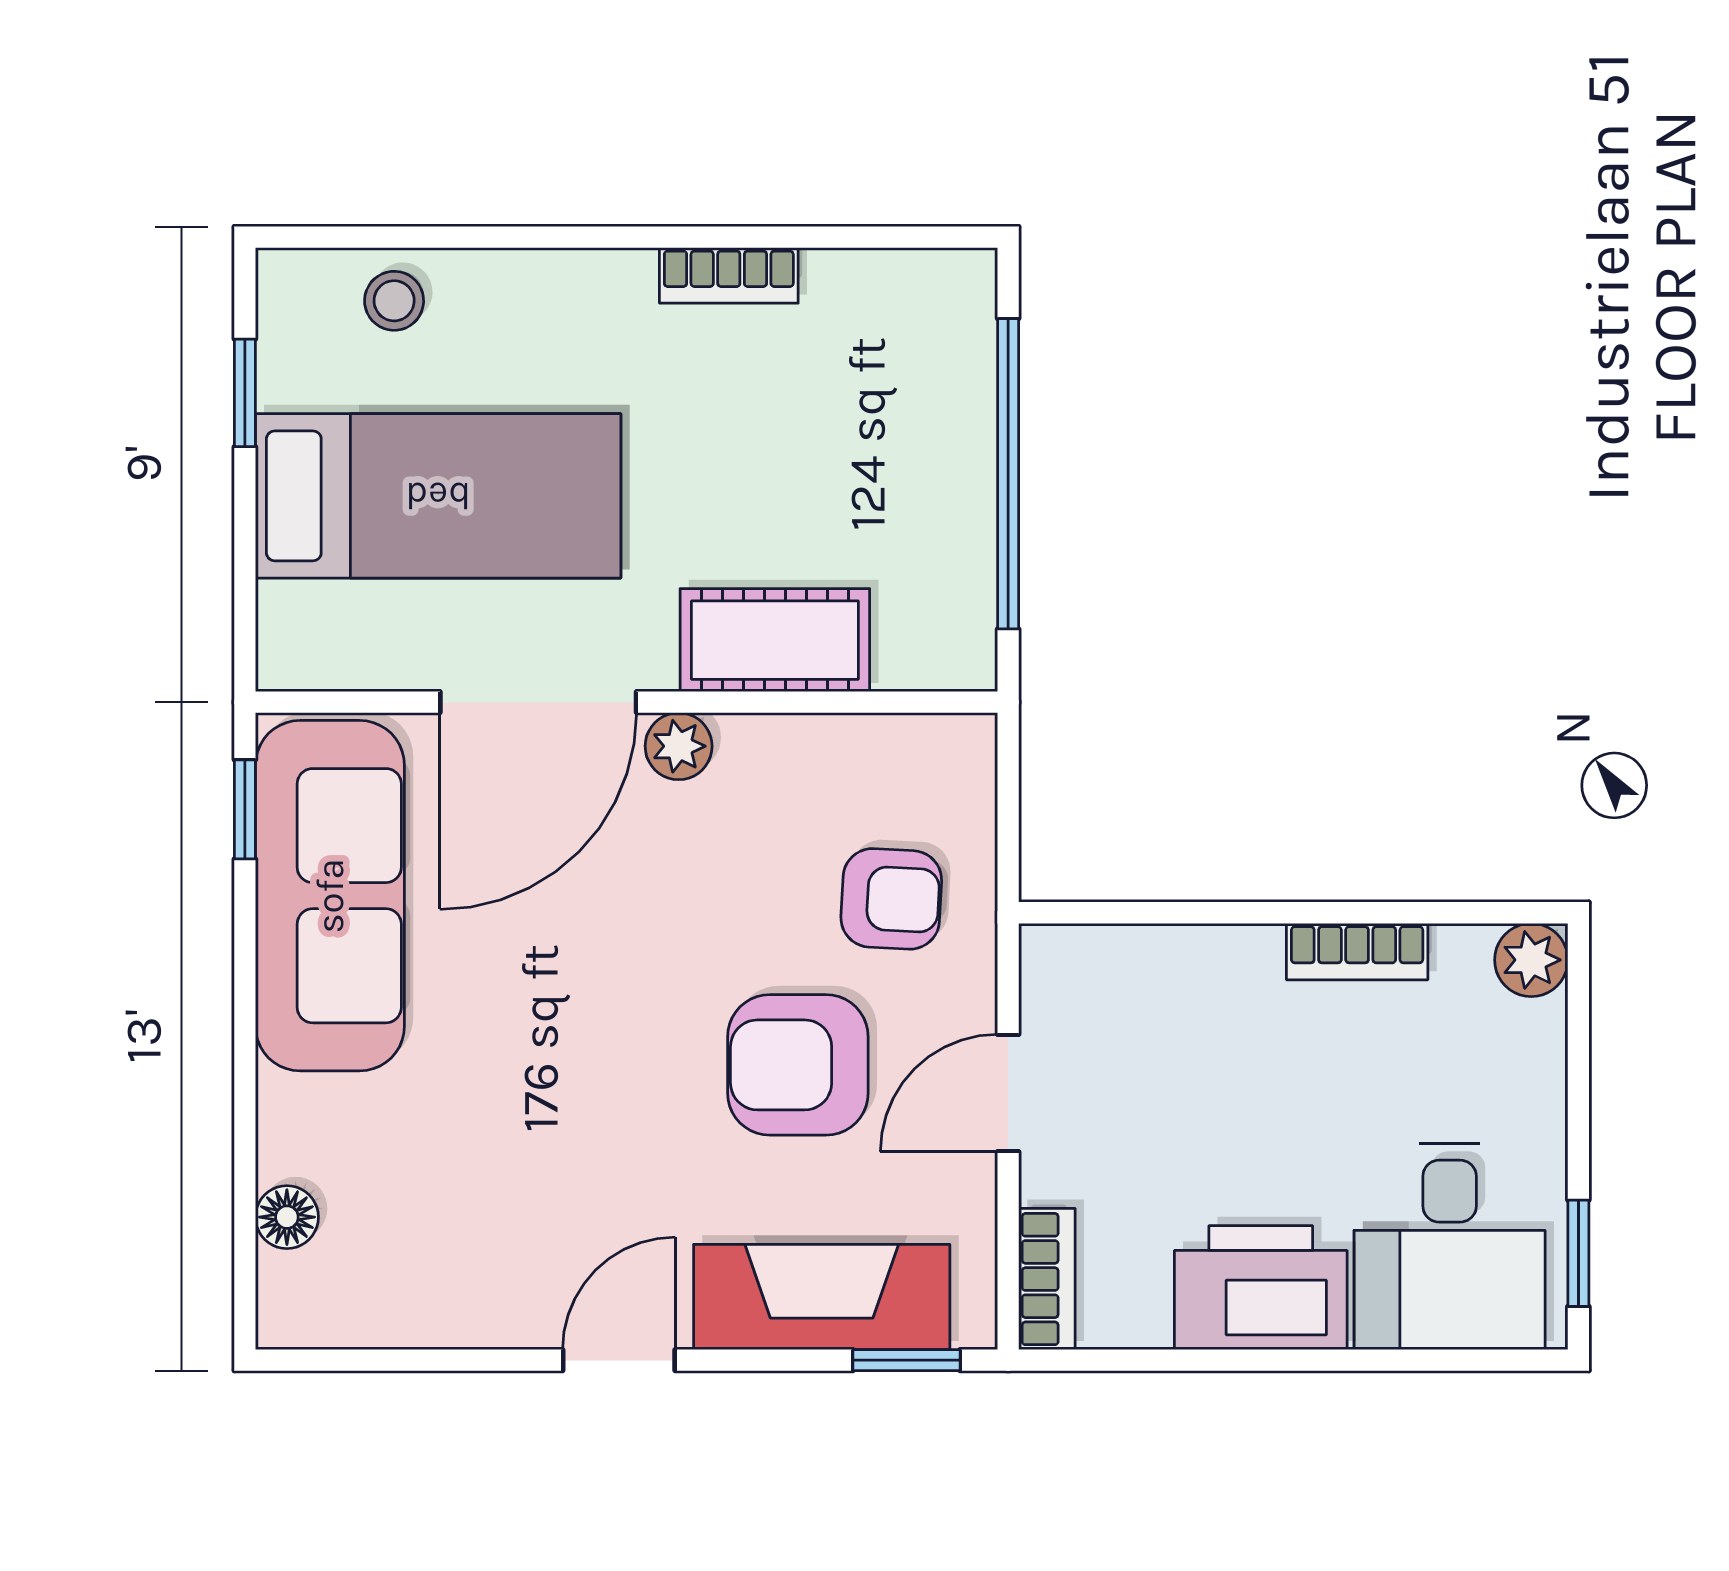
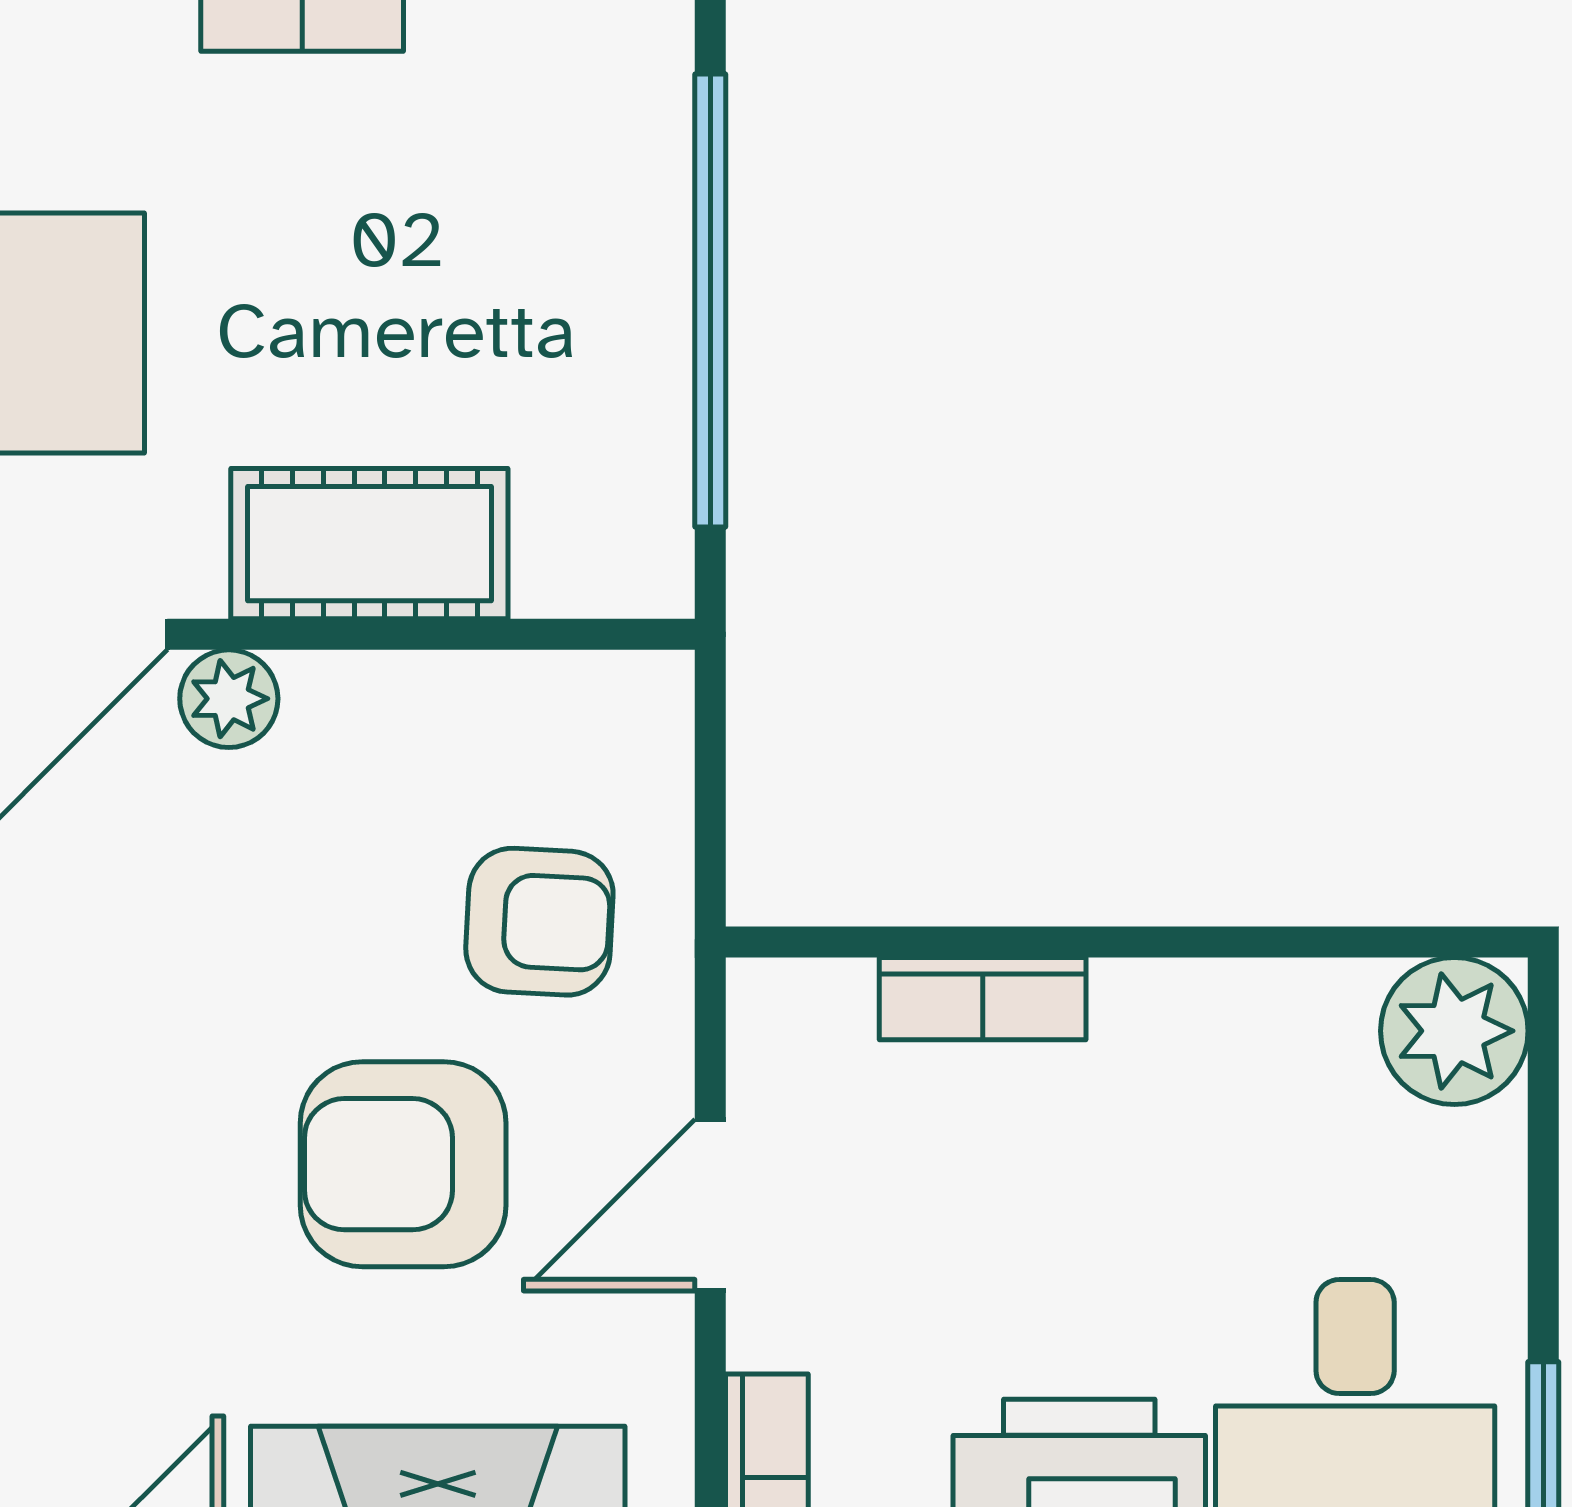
bookcase: (1357, 952) -> (983, 999), moved
plant: (1531, 960) -> (1454, 1031), width x1.38, depth x1.38

